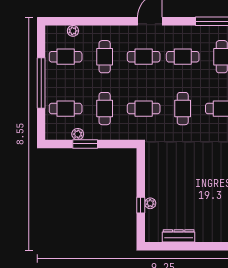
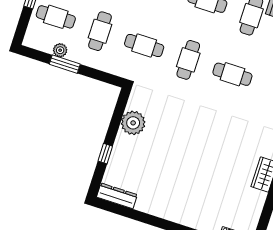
plant: (150, 203) -> (133, 123), moved, width x1.87, depth x1.87
dresser: (179, 236) -> (117, 196), moved

